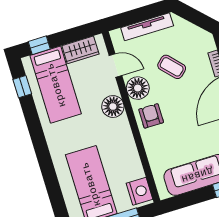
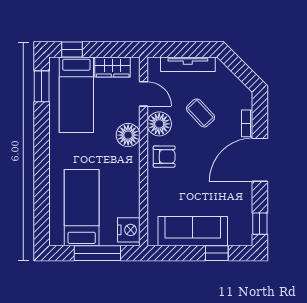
window: (22, 87) -> (42, 86), width x1.50
armchair: (151, 116) -> (164, 157), turned 90

